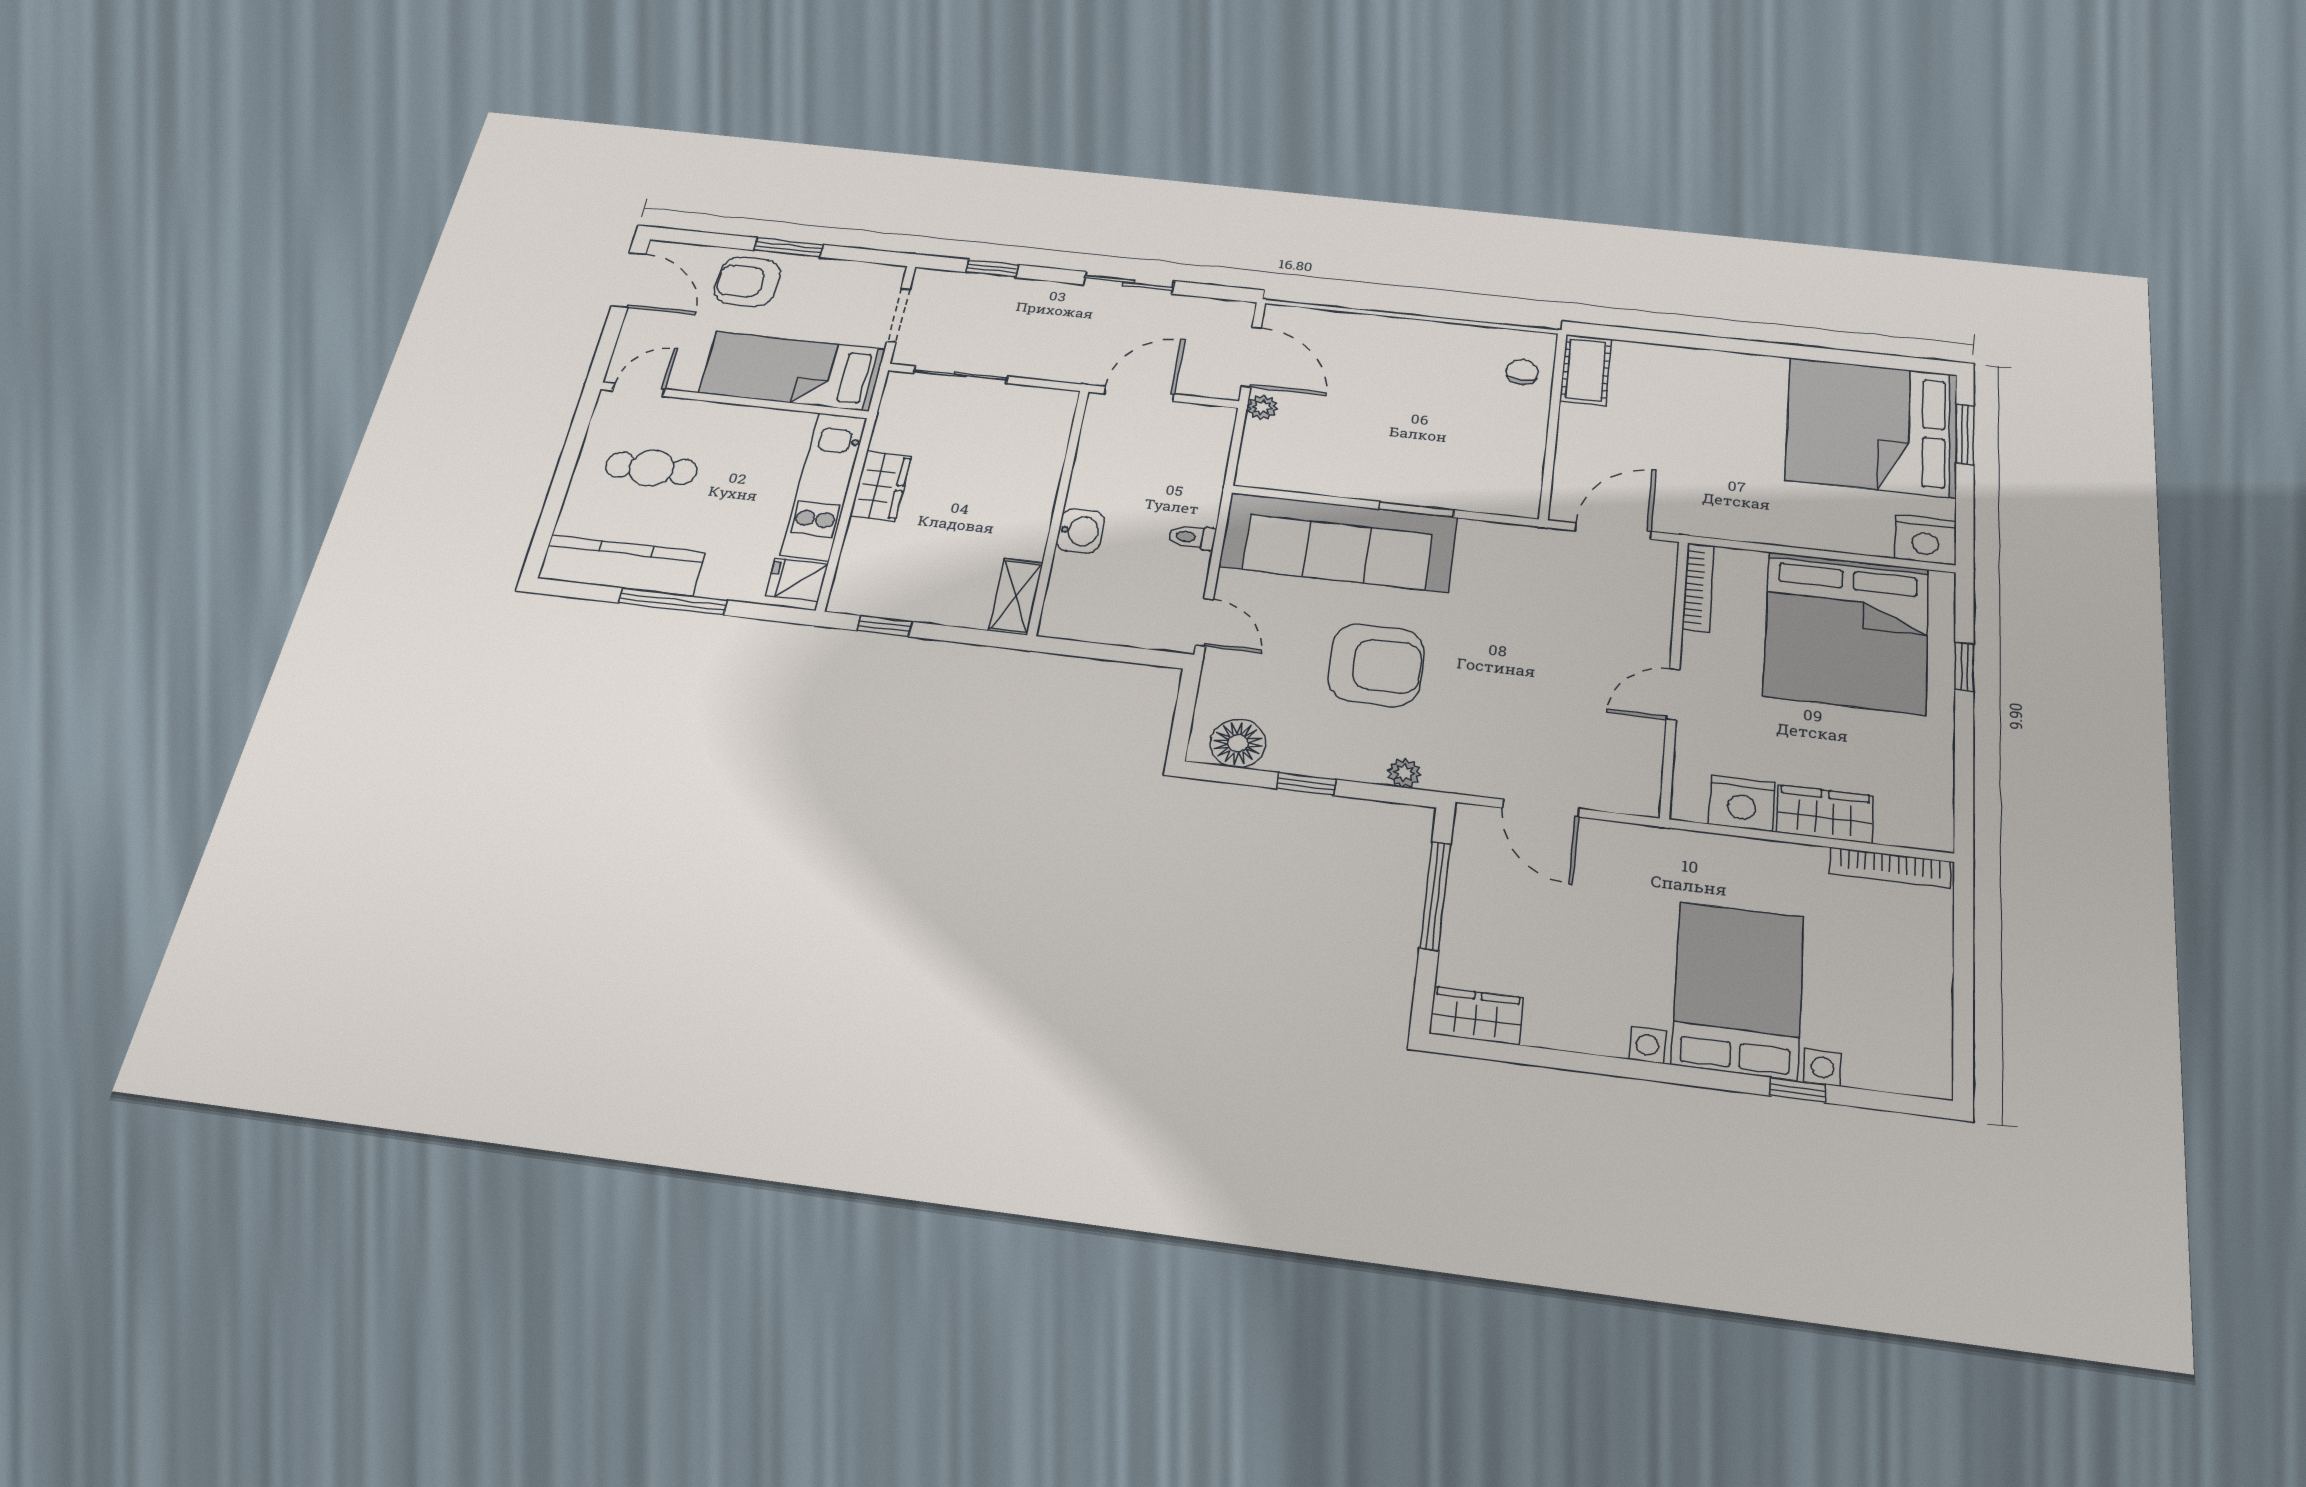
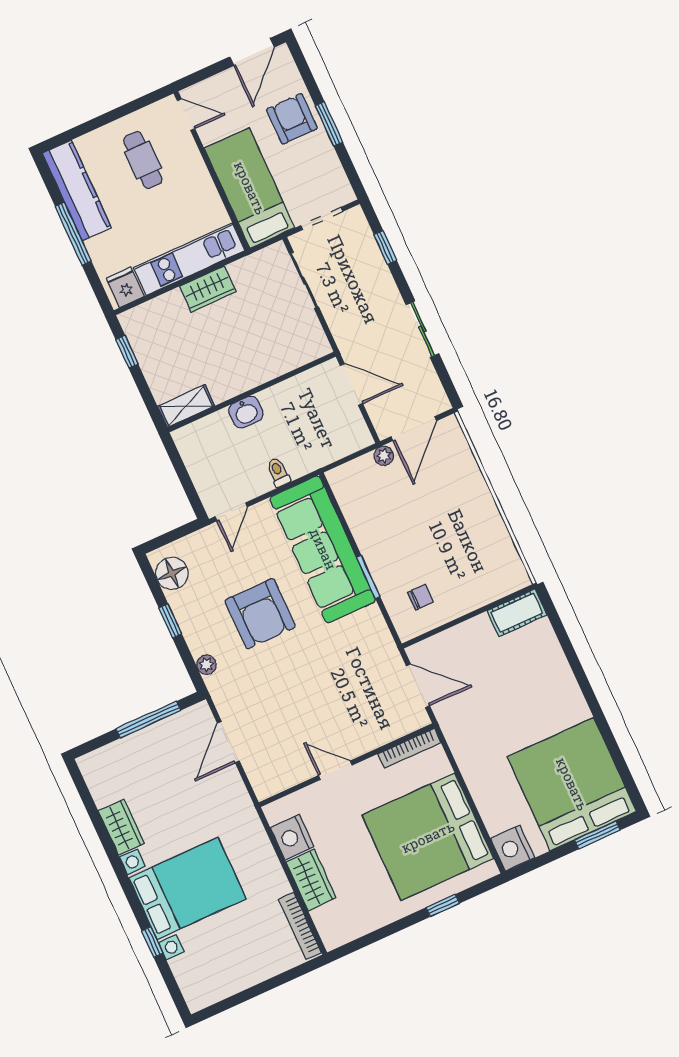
chair: (1522, 372) -> (421, 597), moved
wardrobe: (1476, 1016) -> (121, 827), moved

